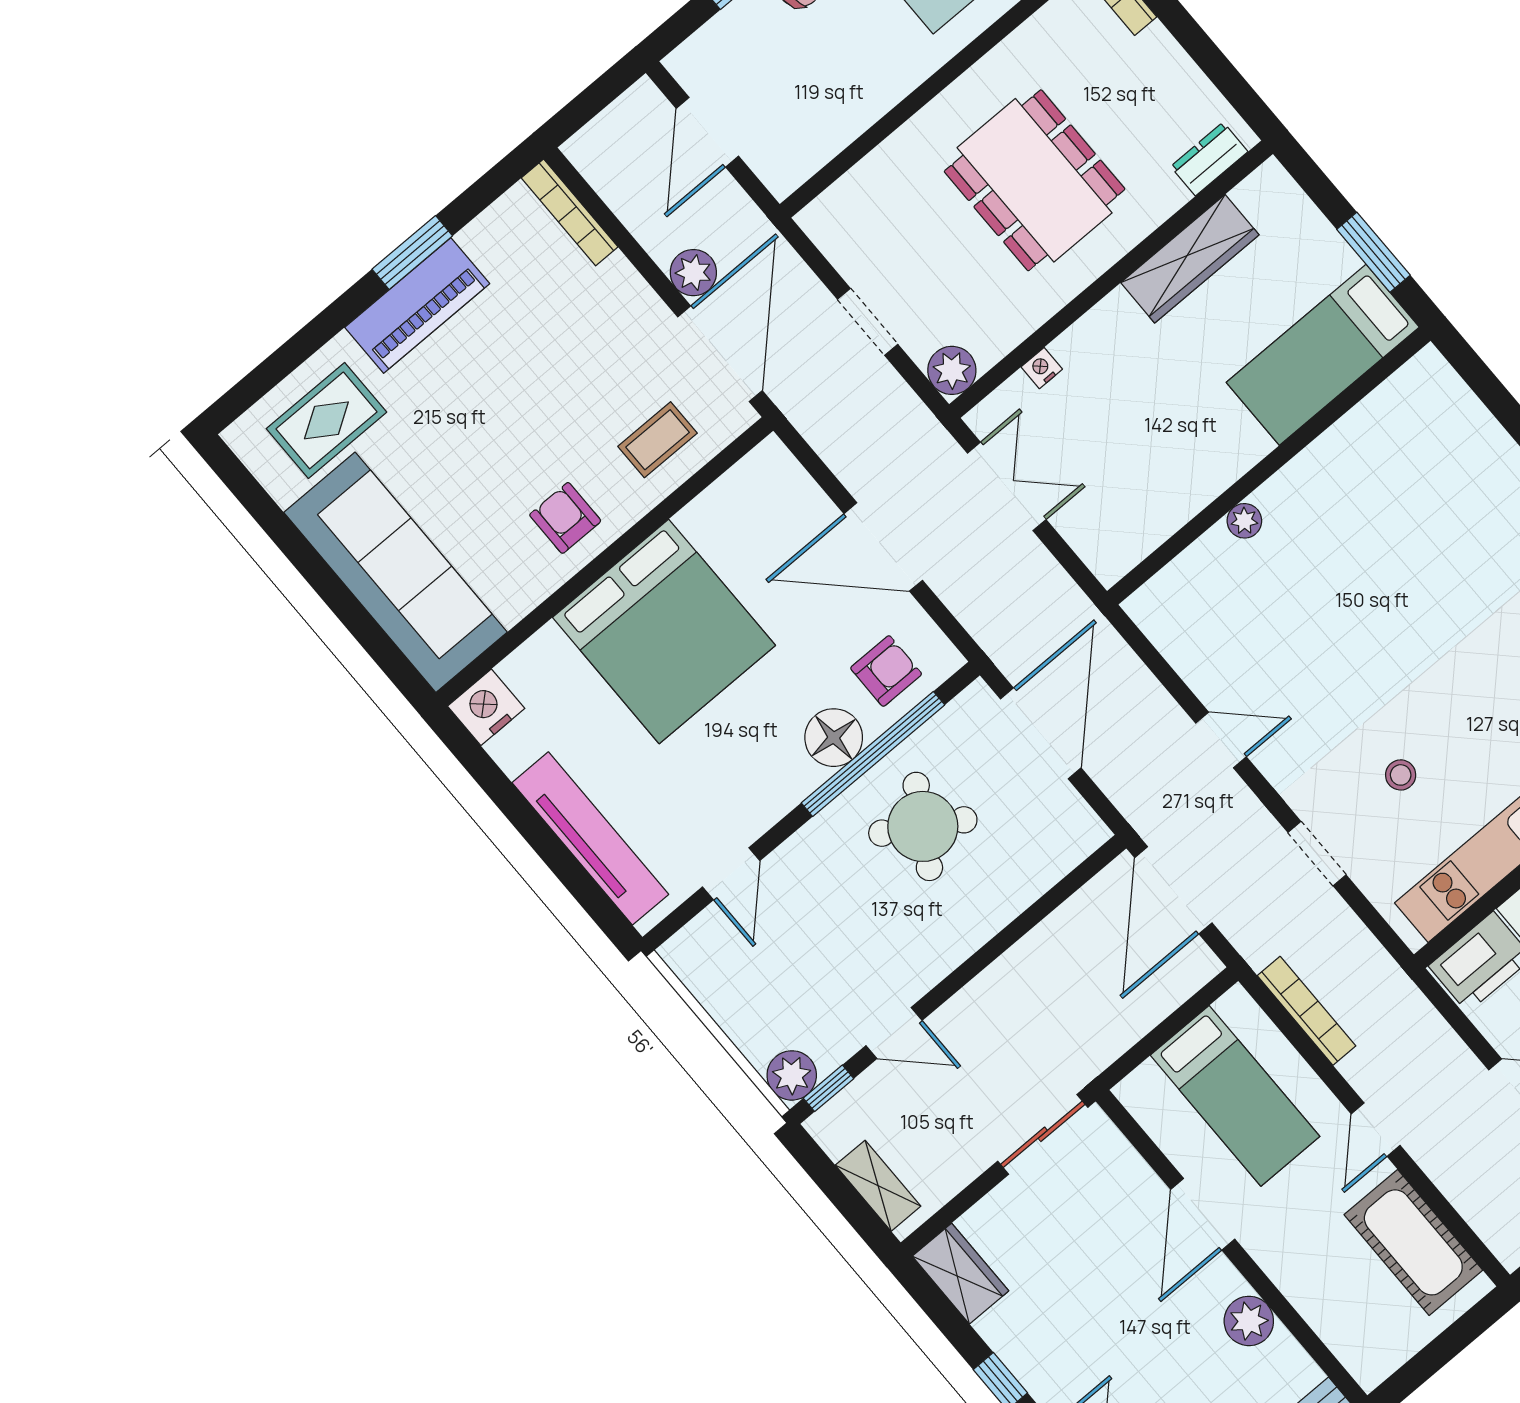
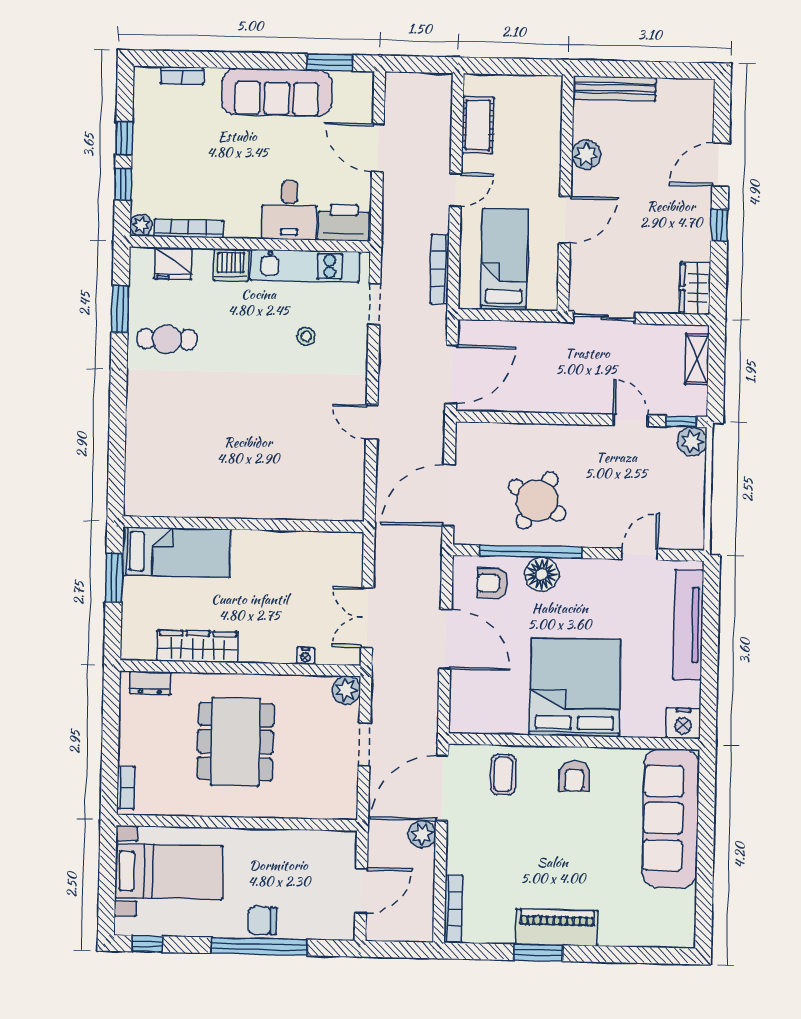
rug: (326, 420) -> (642, 912), removed
coffee table: (658, 440) -> (503, 774), turned 90
plant: (1244, 521) -> (276, 510), removed
doorway: (1317, 854) -> (374, 304), moved
cot: (1413, 1242) -> (478, 125), width x0.73, depth x0.75

